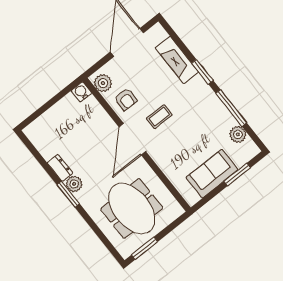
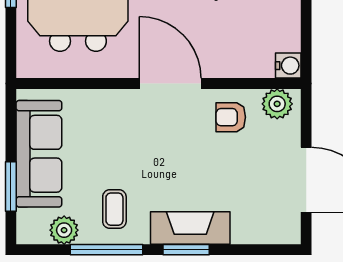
fireplace: (177, 60) -> (190, 228), moved
coffee table: (159, 117) -> (114, 209), moved
sofa: (212, 174) -> (39, 154), width x1.36

